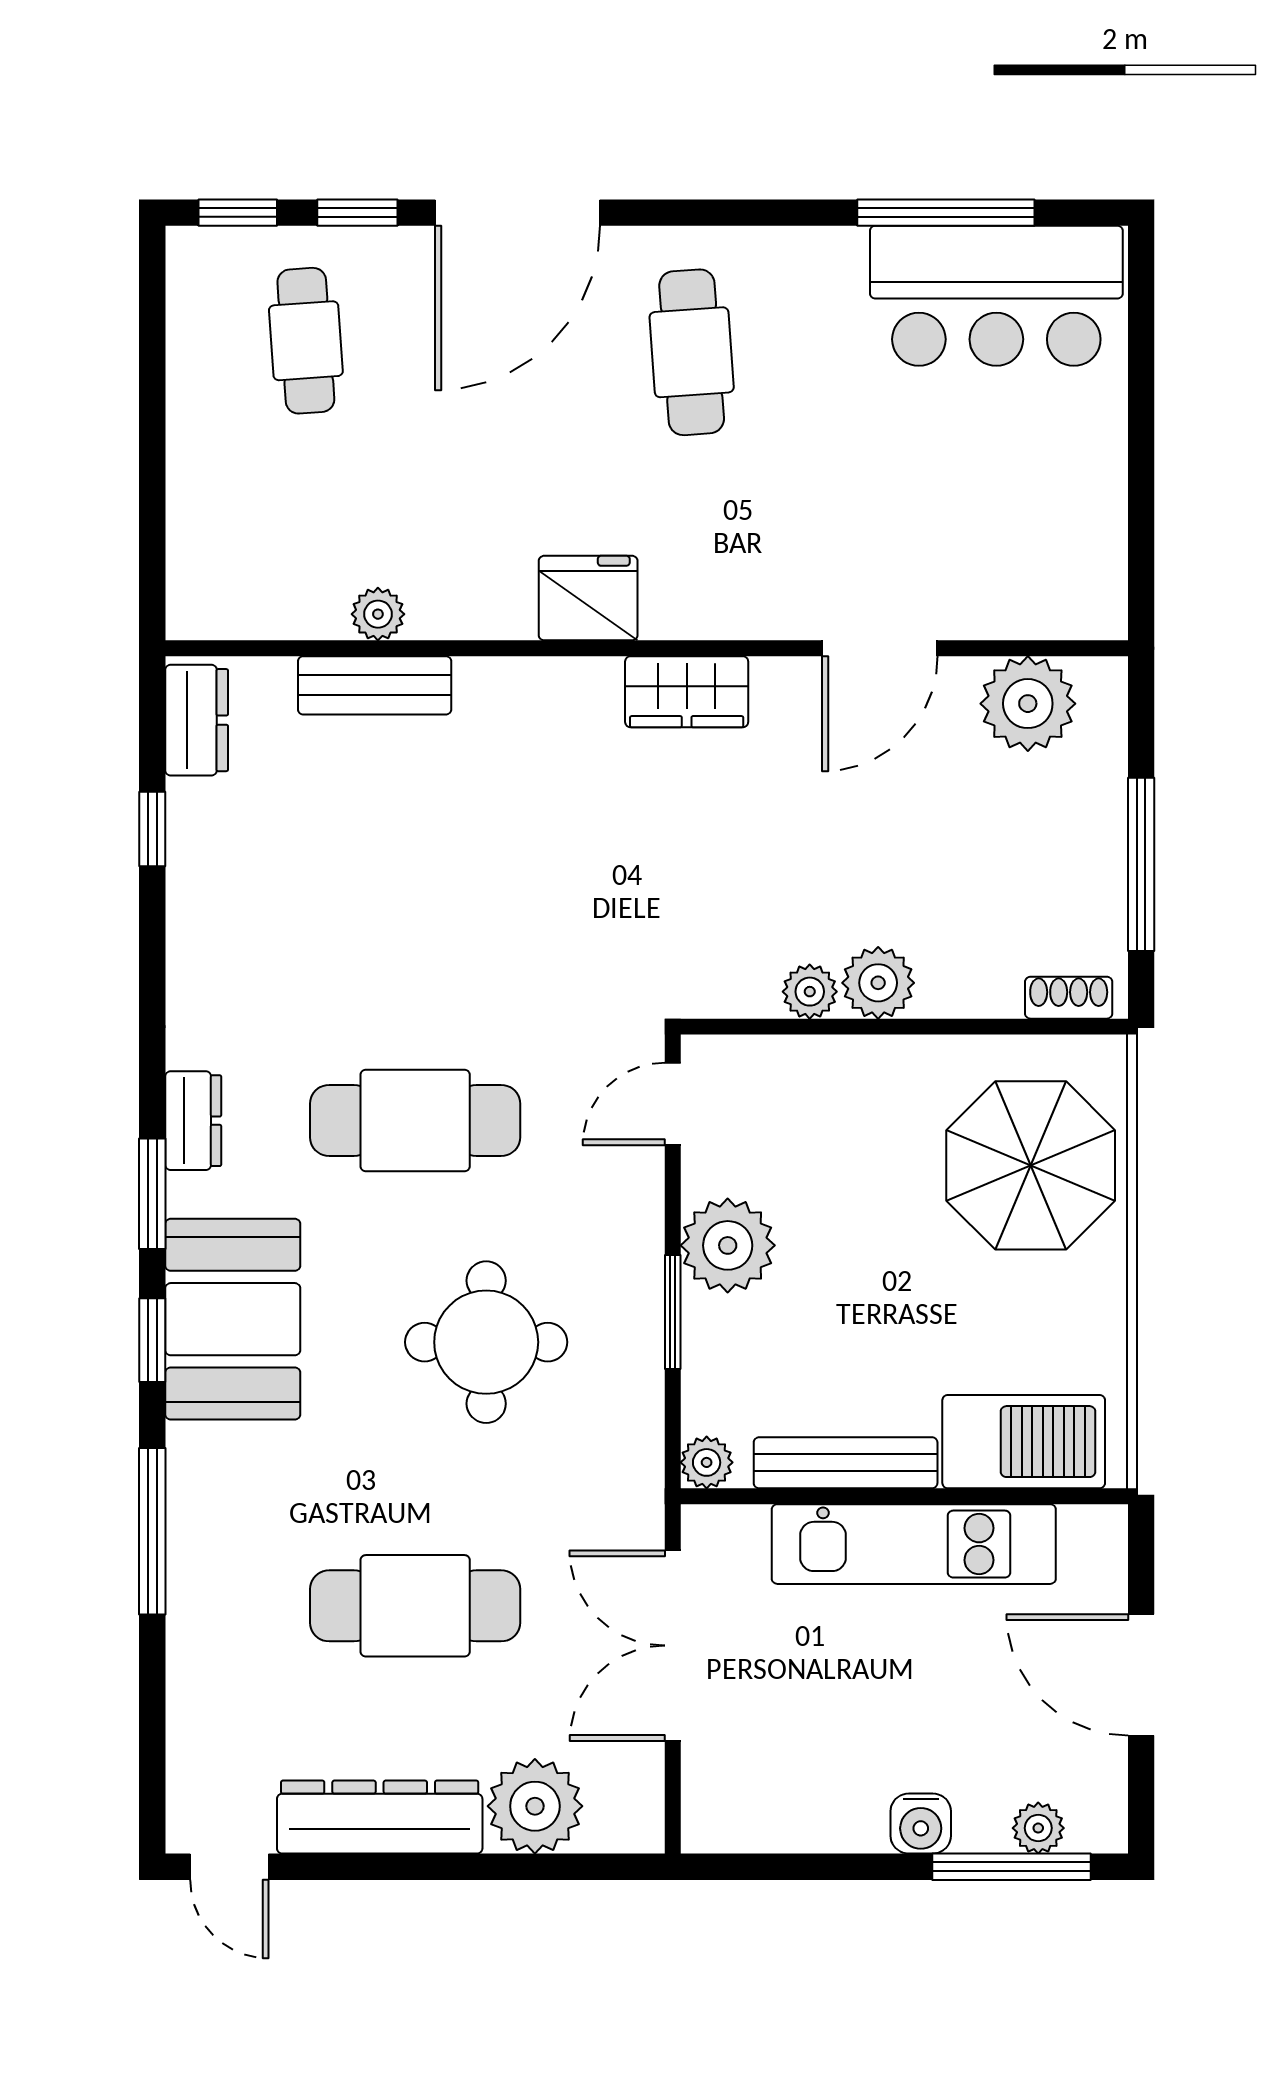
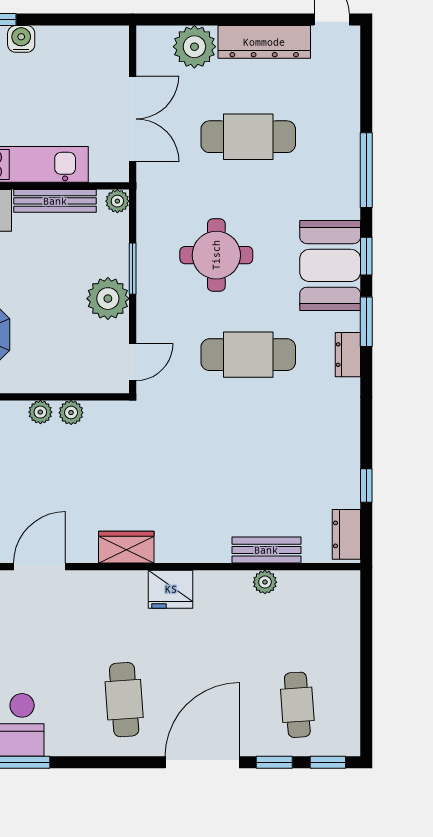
plant: (878, 983) -> (40, 412), width x0.73, depth x0.73

